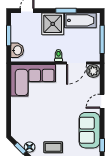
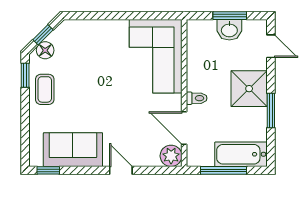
bathtub: (80, 20) -> (241, 154), moved, turned 90
washbasin: (17, 50) -> (229, 30), moved

